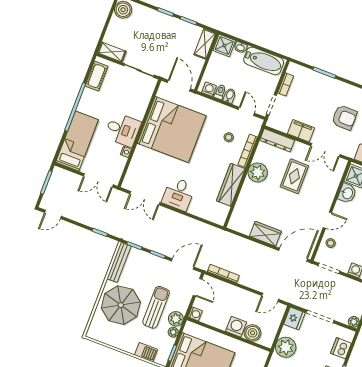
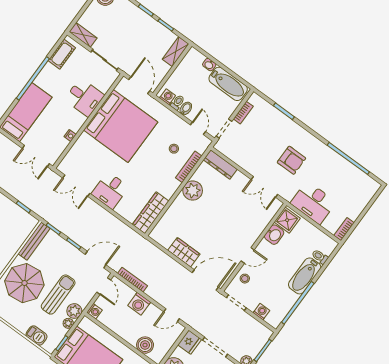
shower: (224, 46) -> (194, 58), removed
desk: (123, 130) -> (84, 97), moved
filing cabinet: (301, 131) -> (246, 162), removed
rug: (294, 176) -> (227, 204), removed
wardrobe: (231, 185) -> (151, 213), moved
washing machine: (236, 327) -> (139, 304), moved, turned 180

